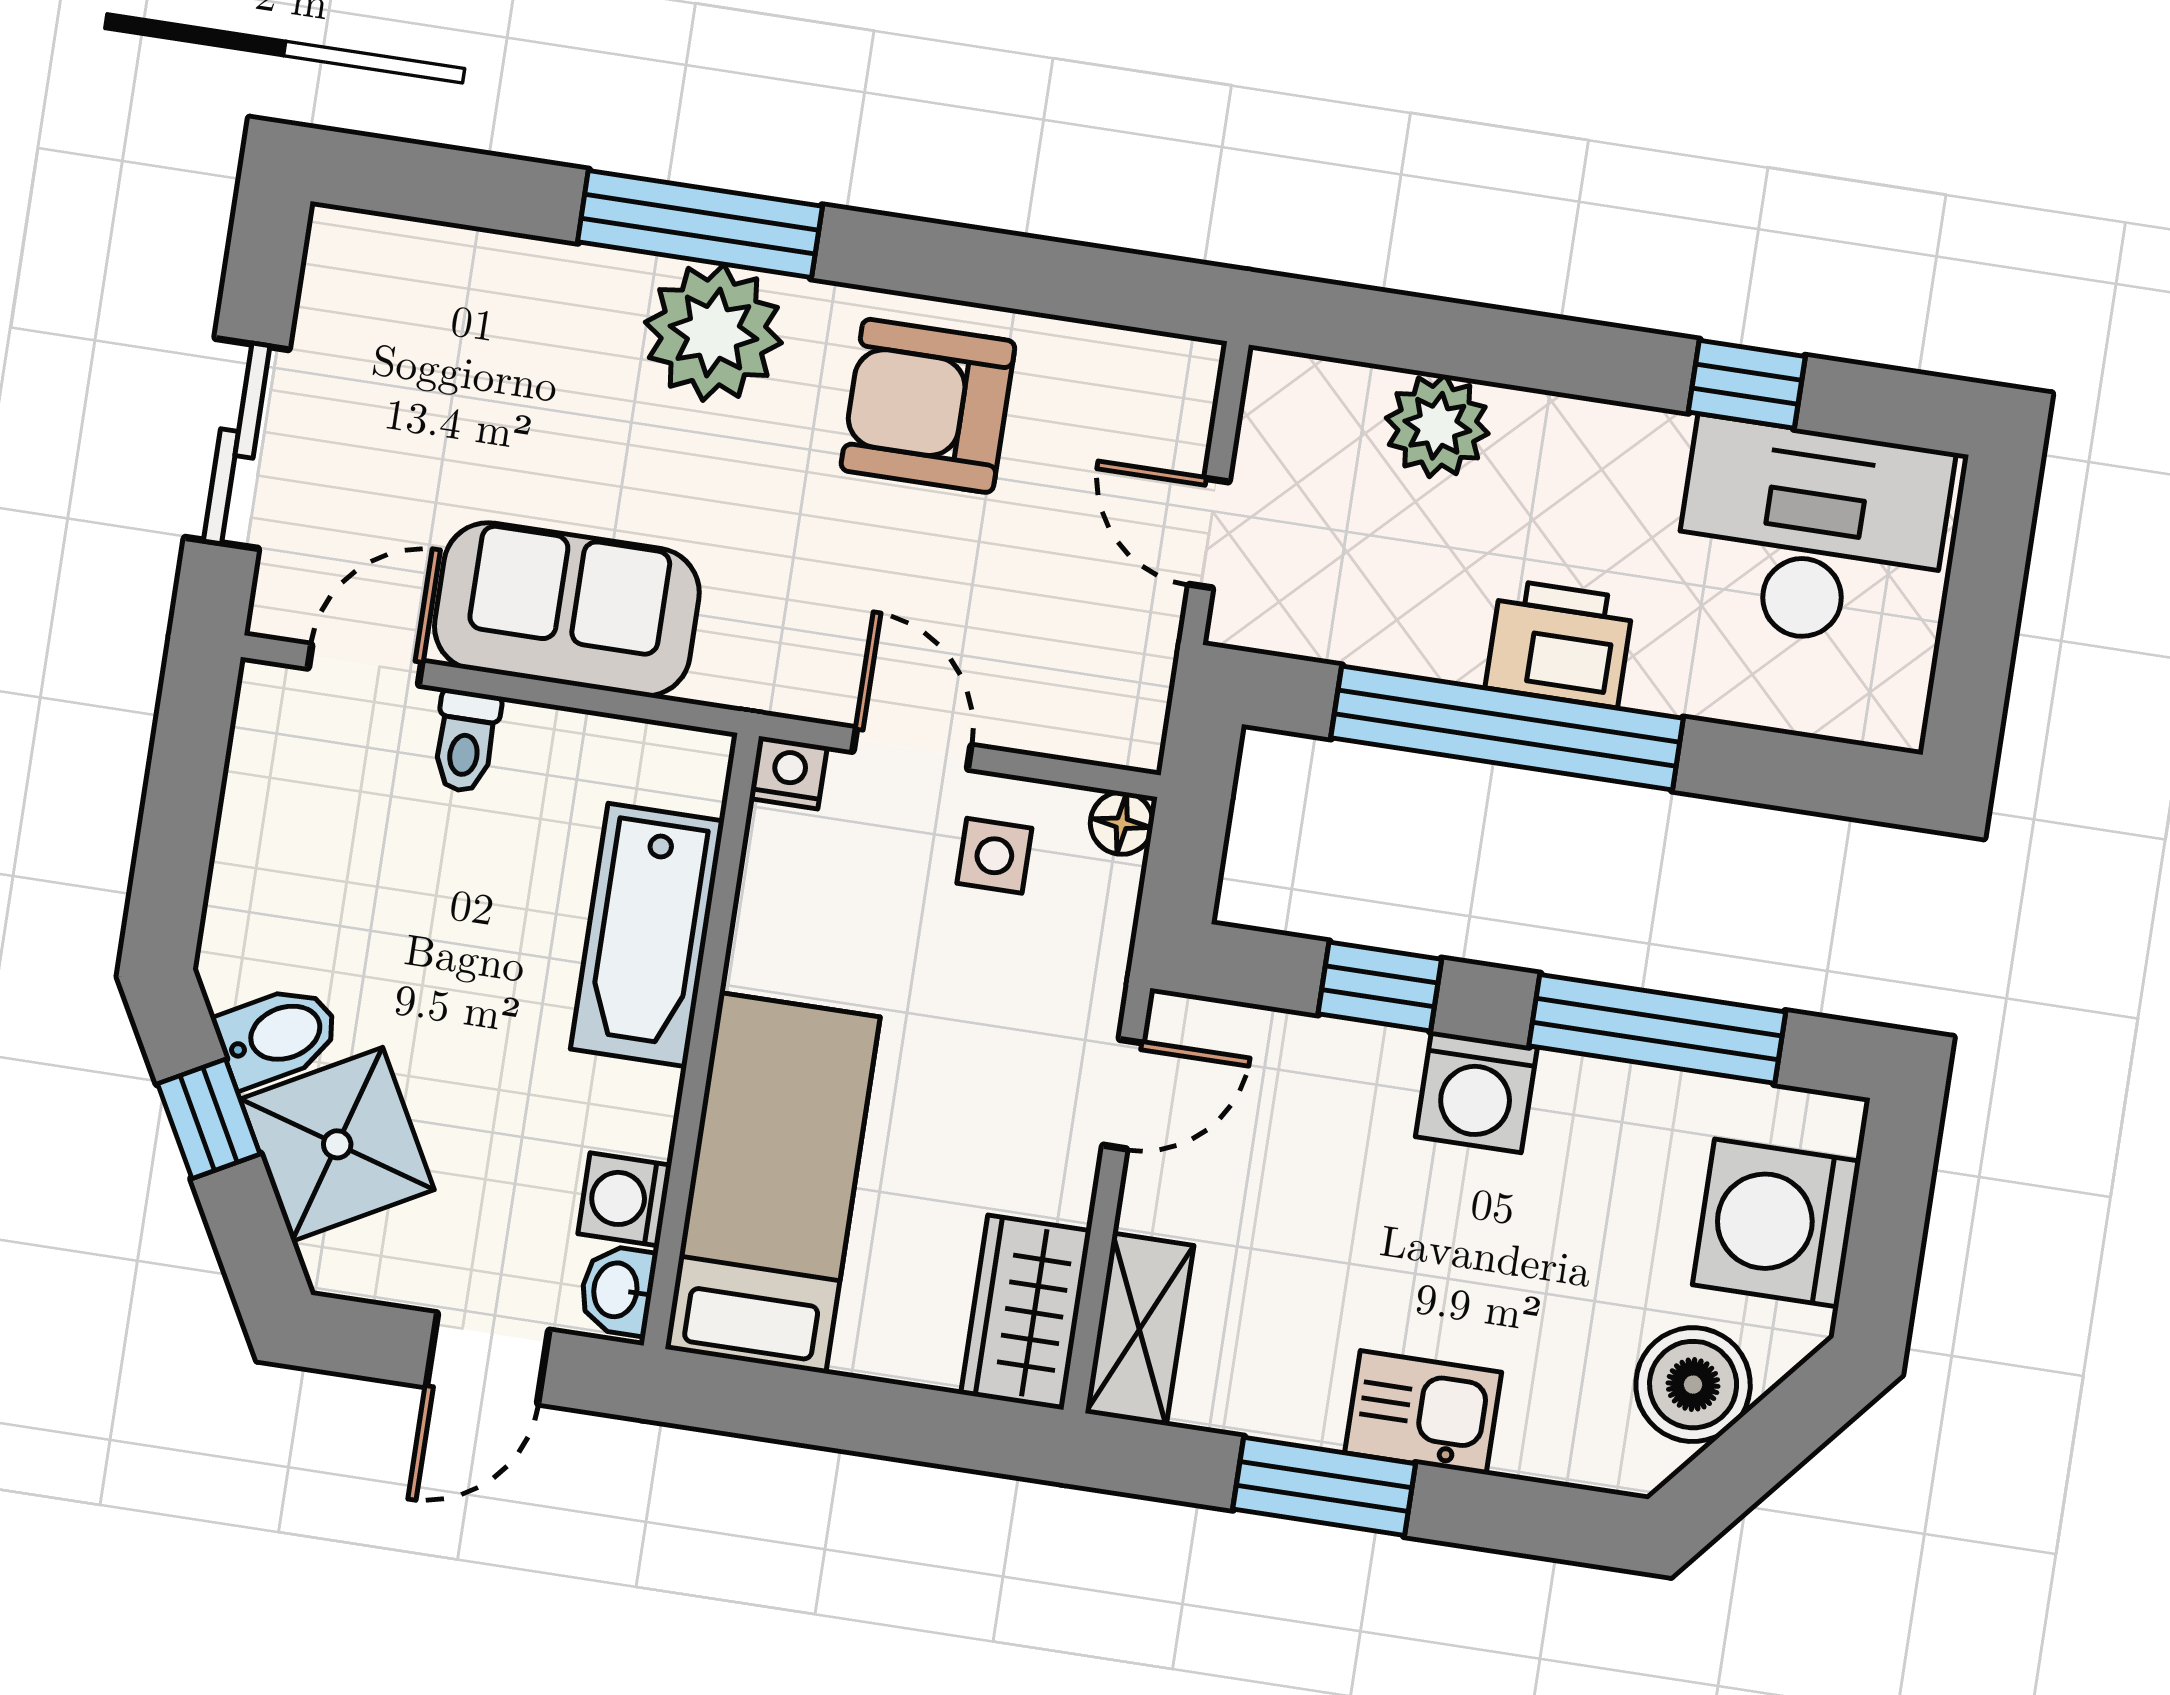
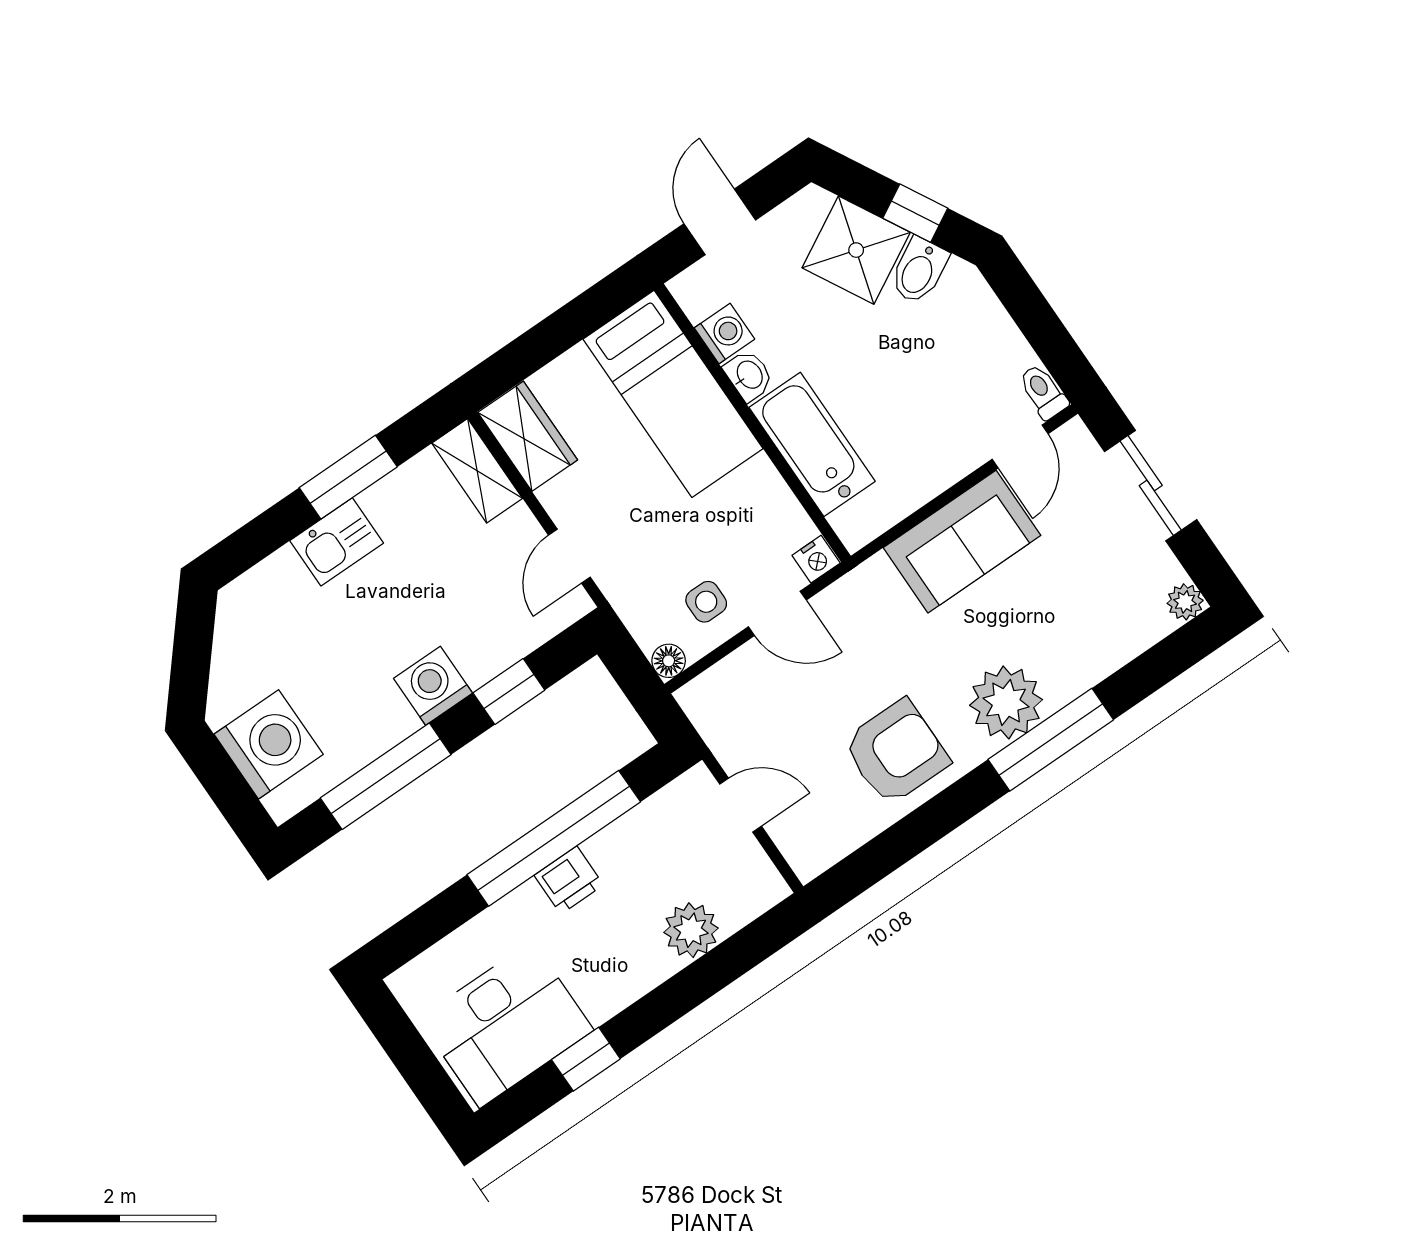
plant: (339, 240) -> (1185, 602), added
printer: (1559, 643) -> (569, 880), width x0.73, depth x0.81
toilet: (466, 741) -> (1043, 392), moved
washbasin: (617, 1290) -> (749, 375), moved
boiler: (1693, 1385) -> (242, 651), removed

